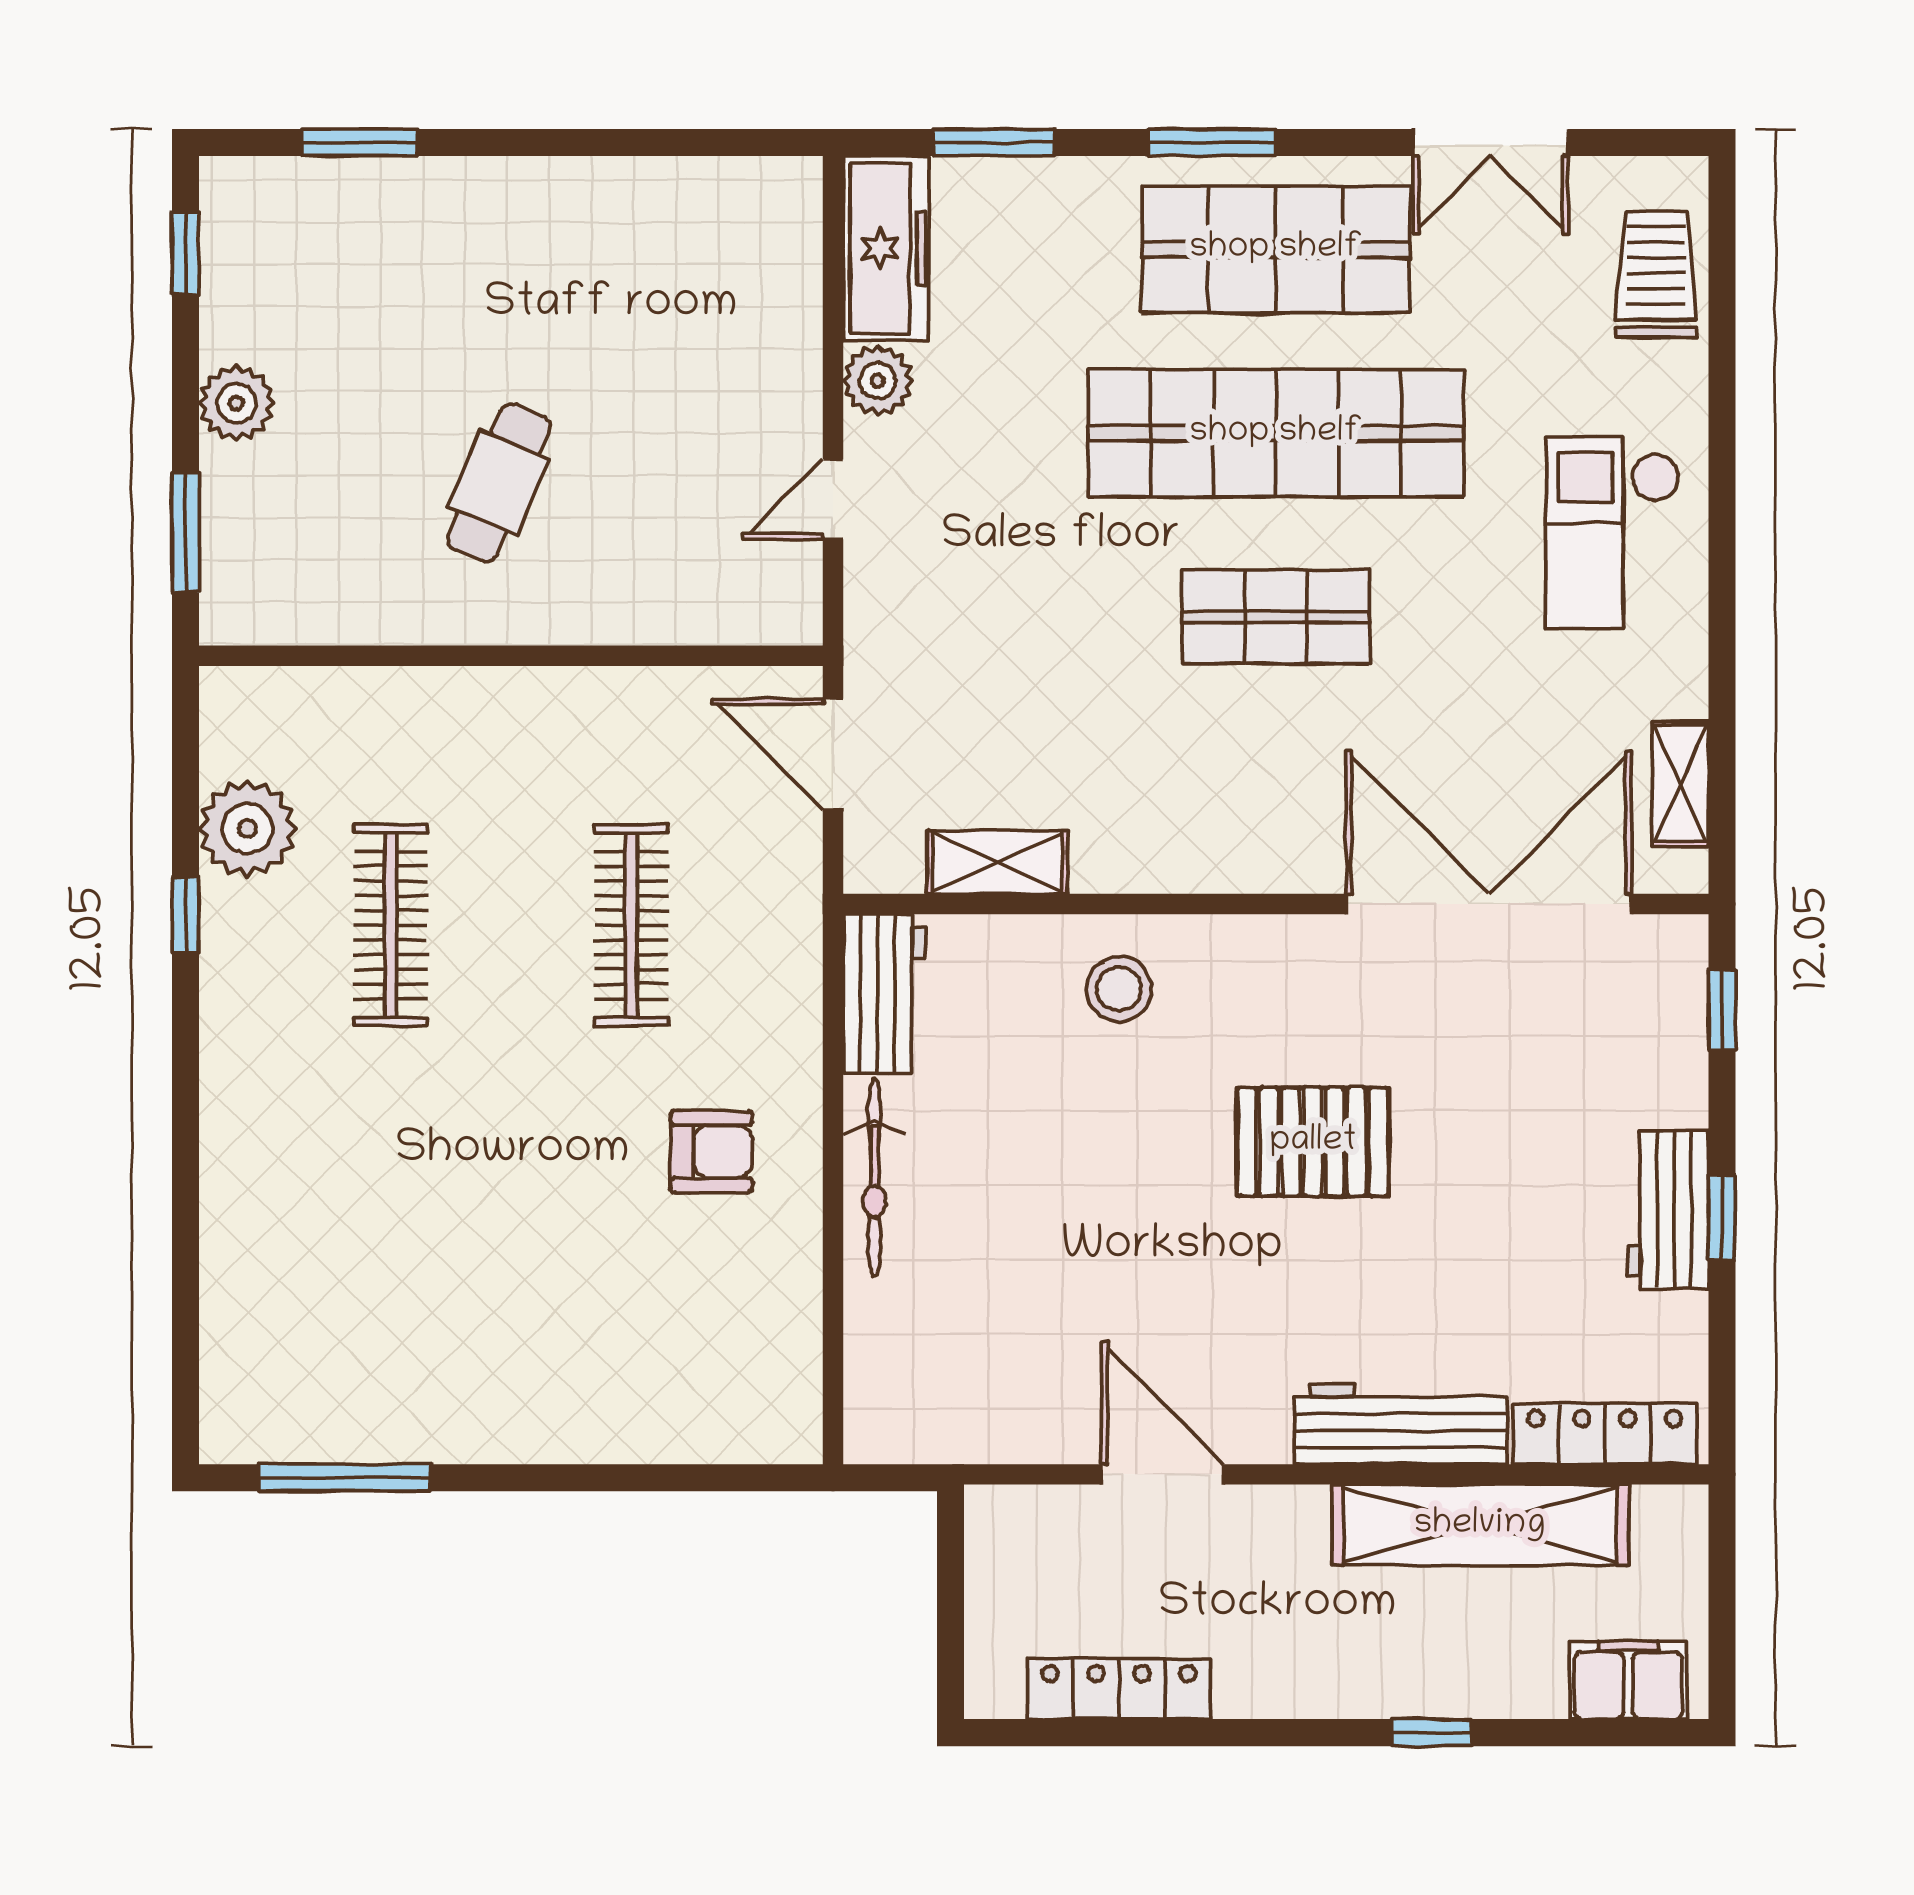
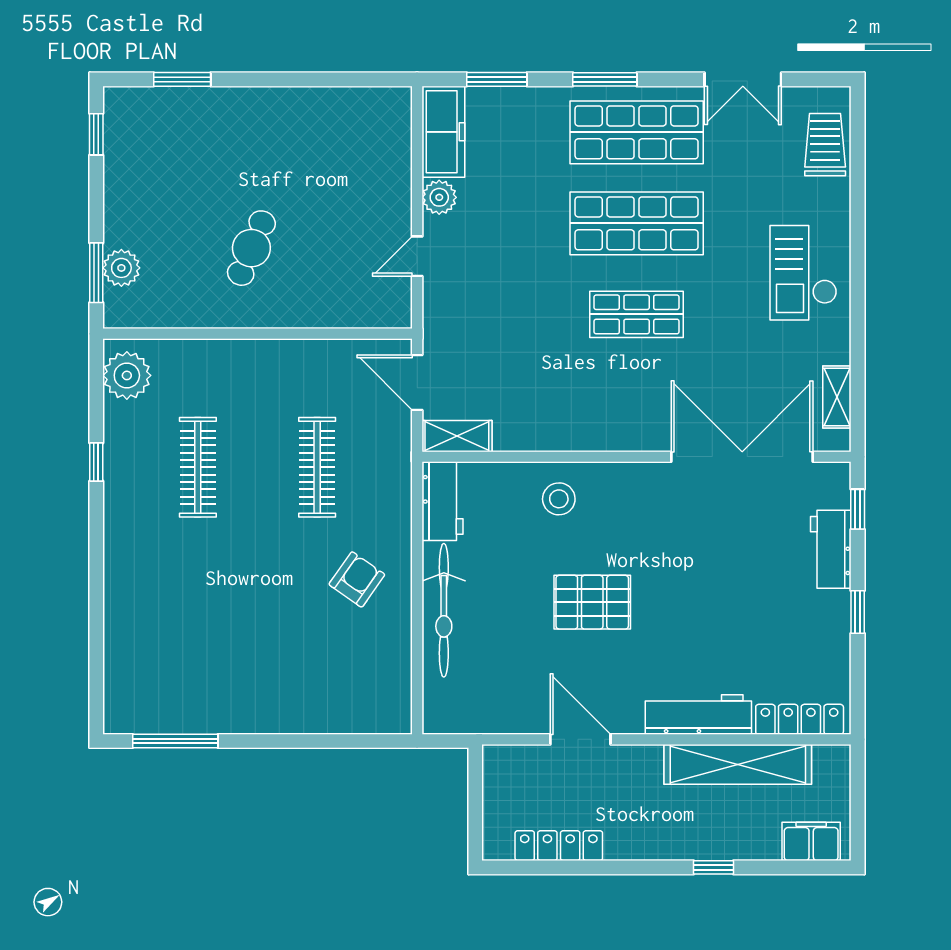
plant: (236, 403) -> (121, 268), moved
shop shelf: (1276, 433) -> (637, 223), width x0.71
plant: (247, 828) -> (127, 375), moved
shelving: (997, 862) -> (457, 436), moved
pallet: (1313, 1142) -> (592, 602), moved
armchair: (711, 1152) -> (357, 579), turned -55
bicycle: (874, 1178) -> (444, 610), width x1.37, depth x1.40
workbench: (1668, 1210) -> (831, 549), moved

